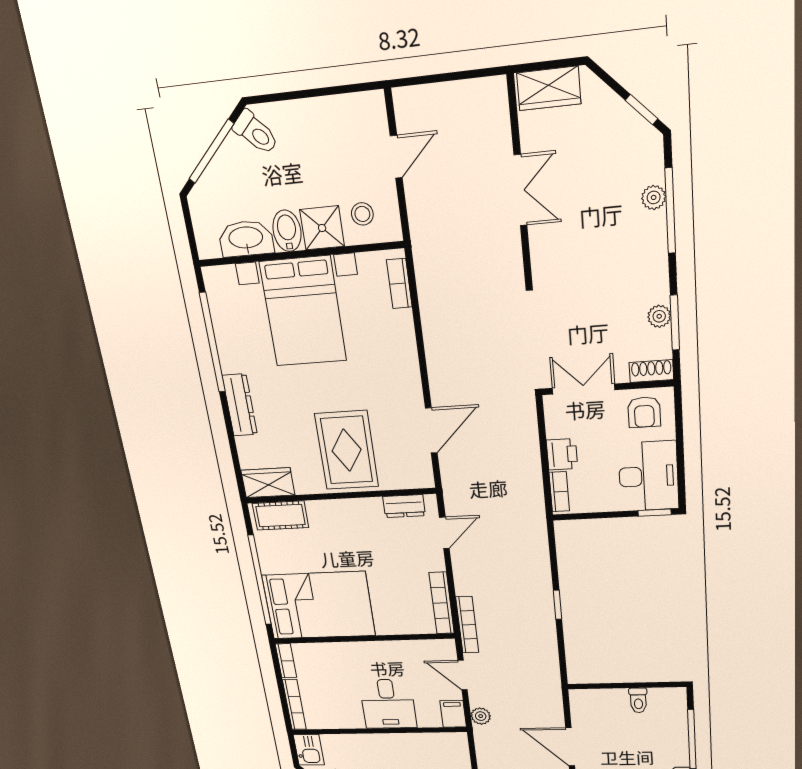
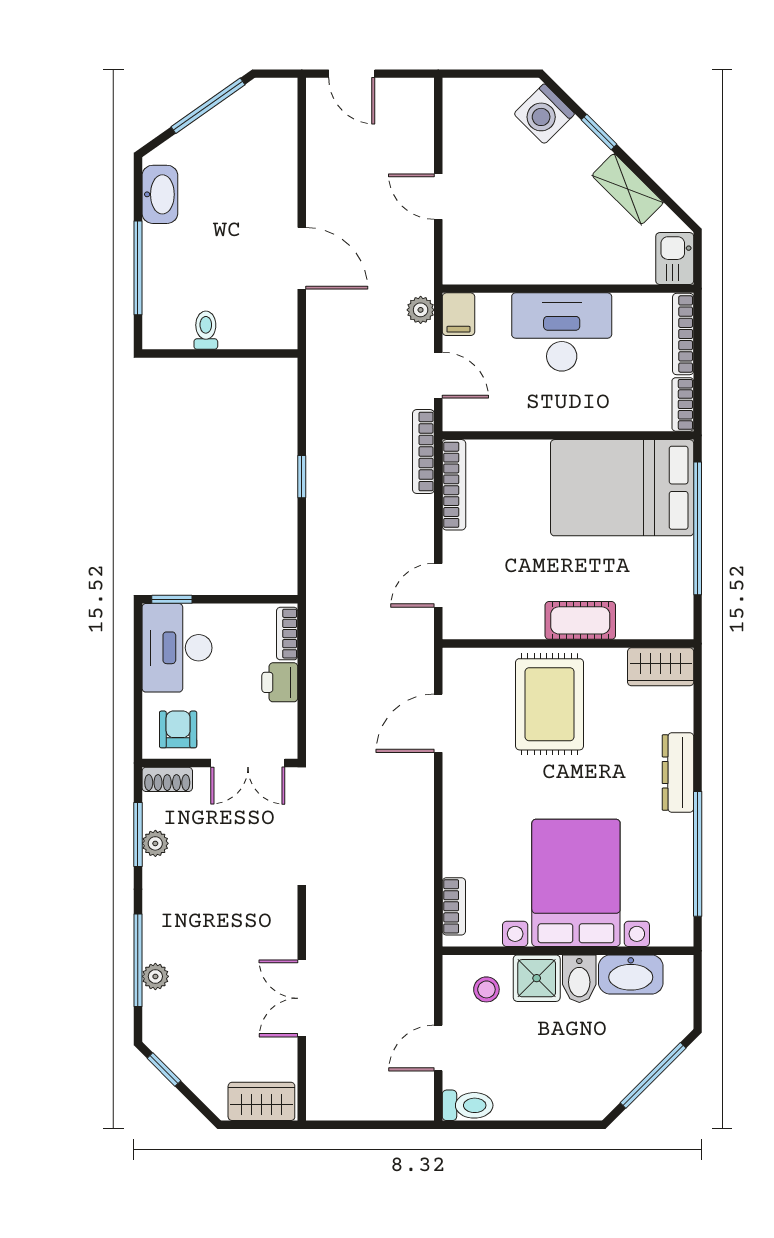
toilet: (256, 133) -> (468, 1105), moved, turned 135
dresser: (404, 506) -> (486, 625), removed
cot: (280, 515) -> (580, 620), moved
desk: (388, 704) -> (562, 332), width x1.37

